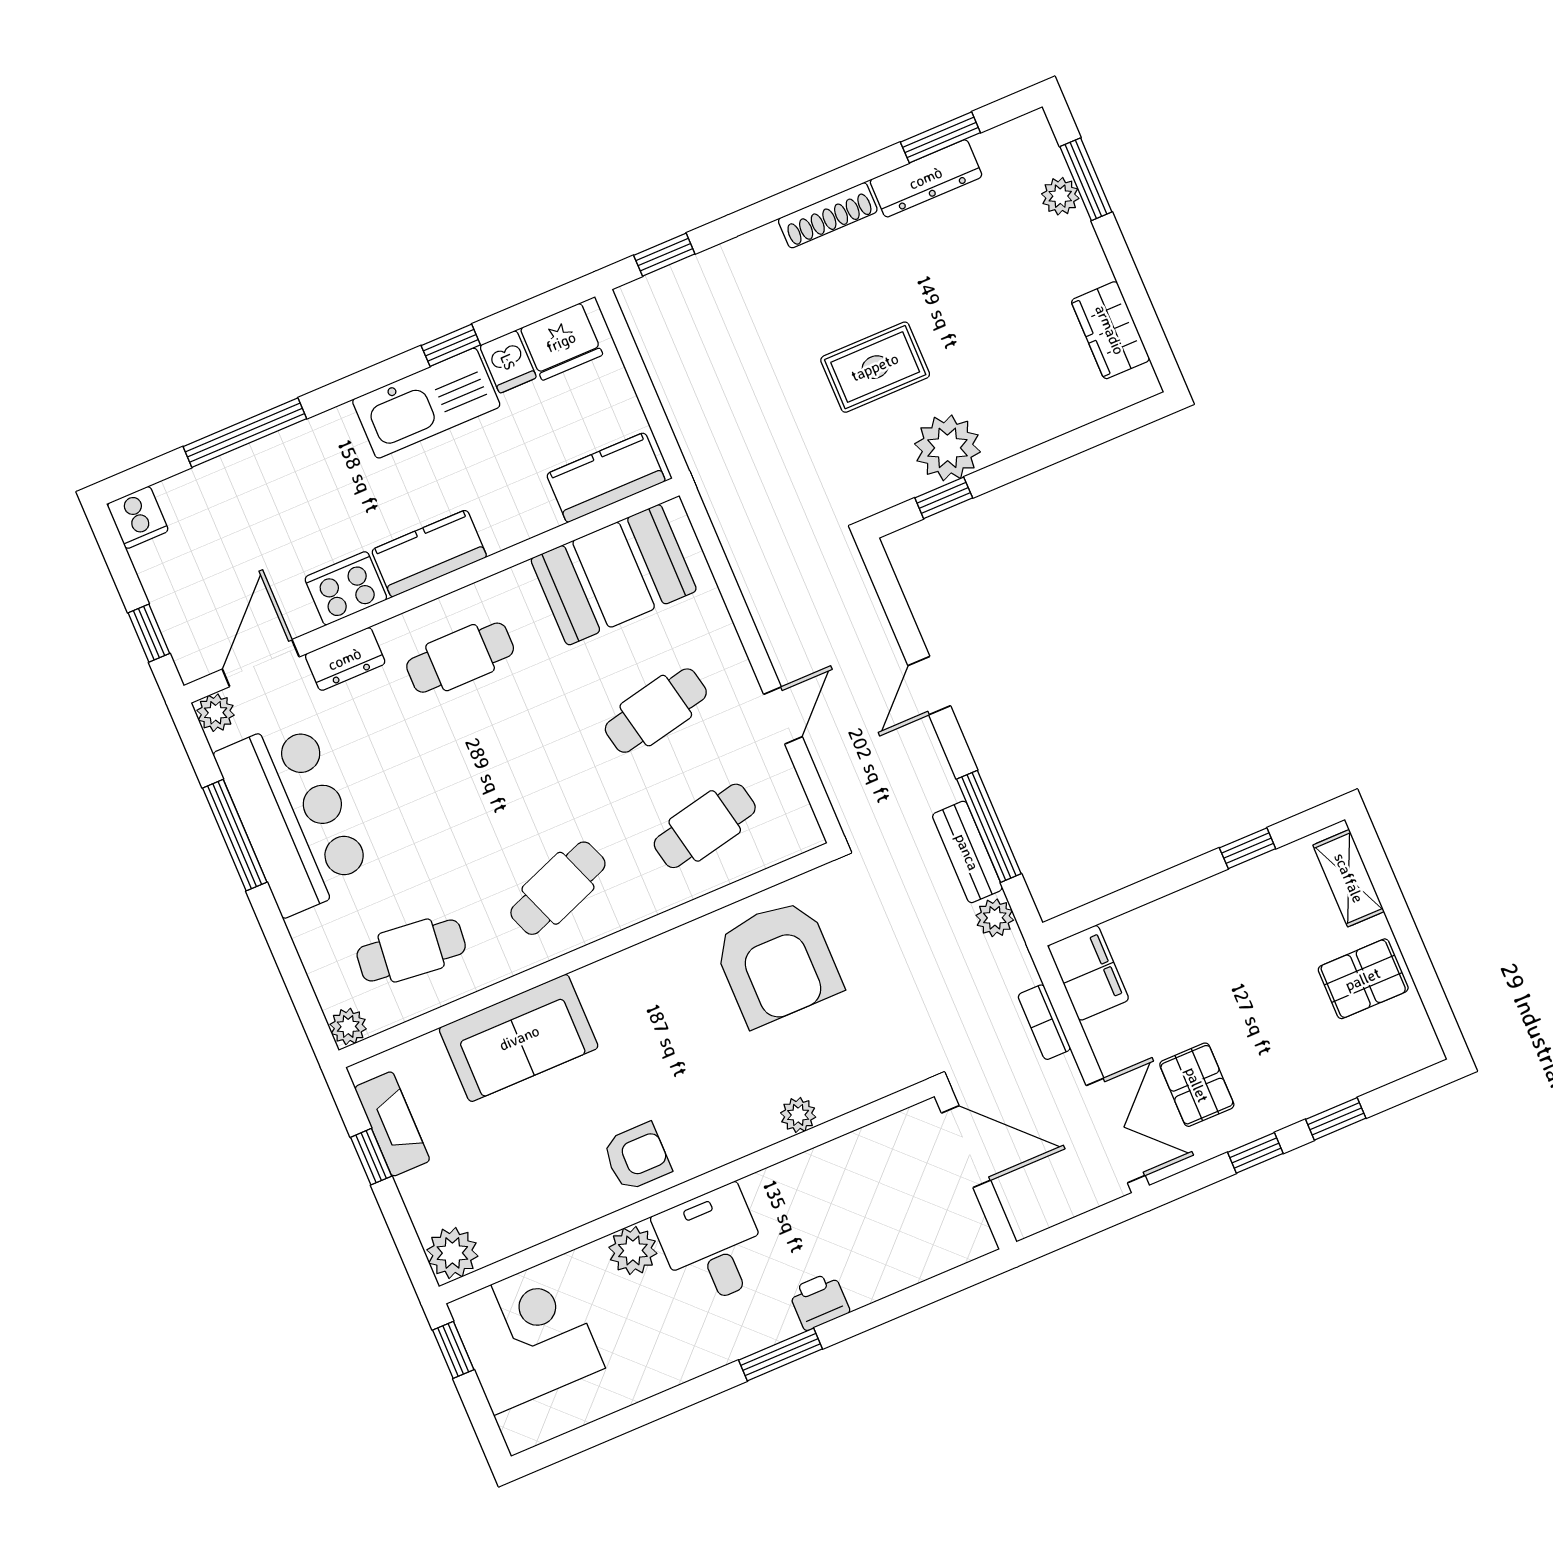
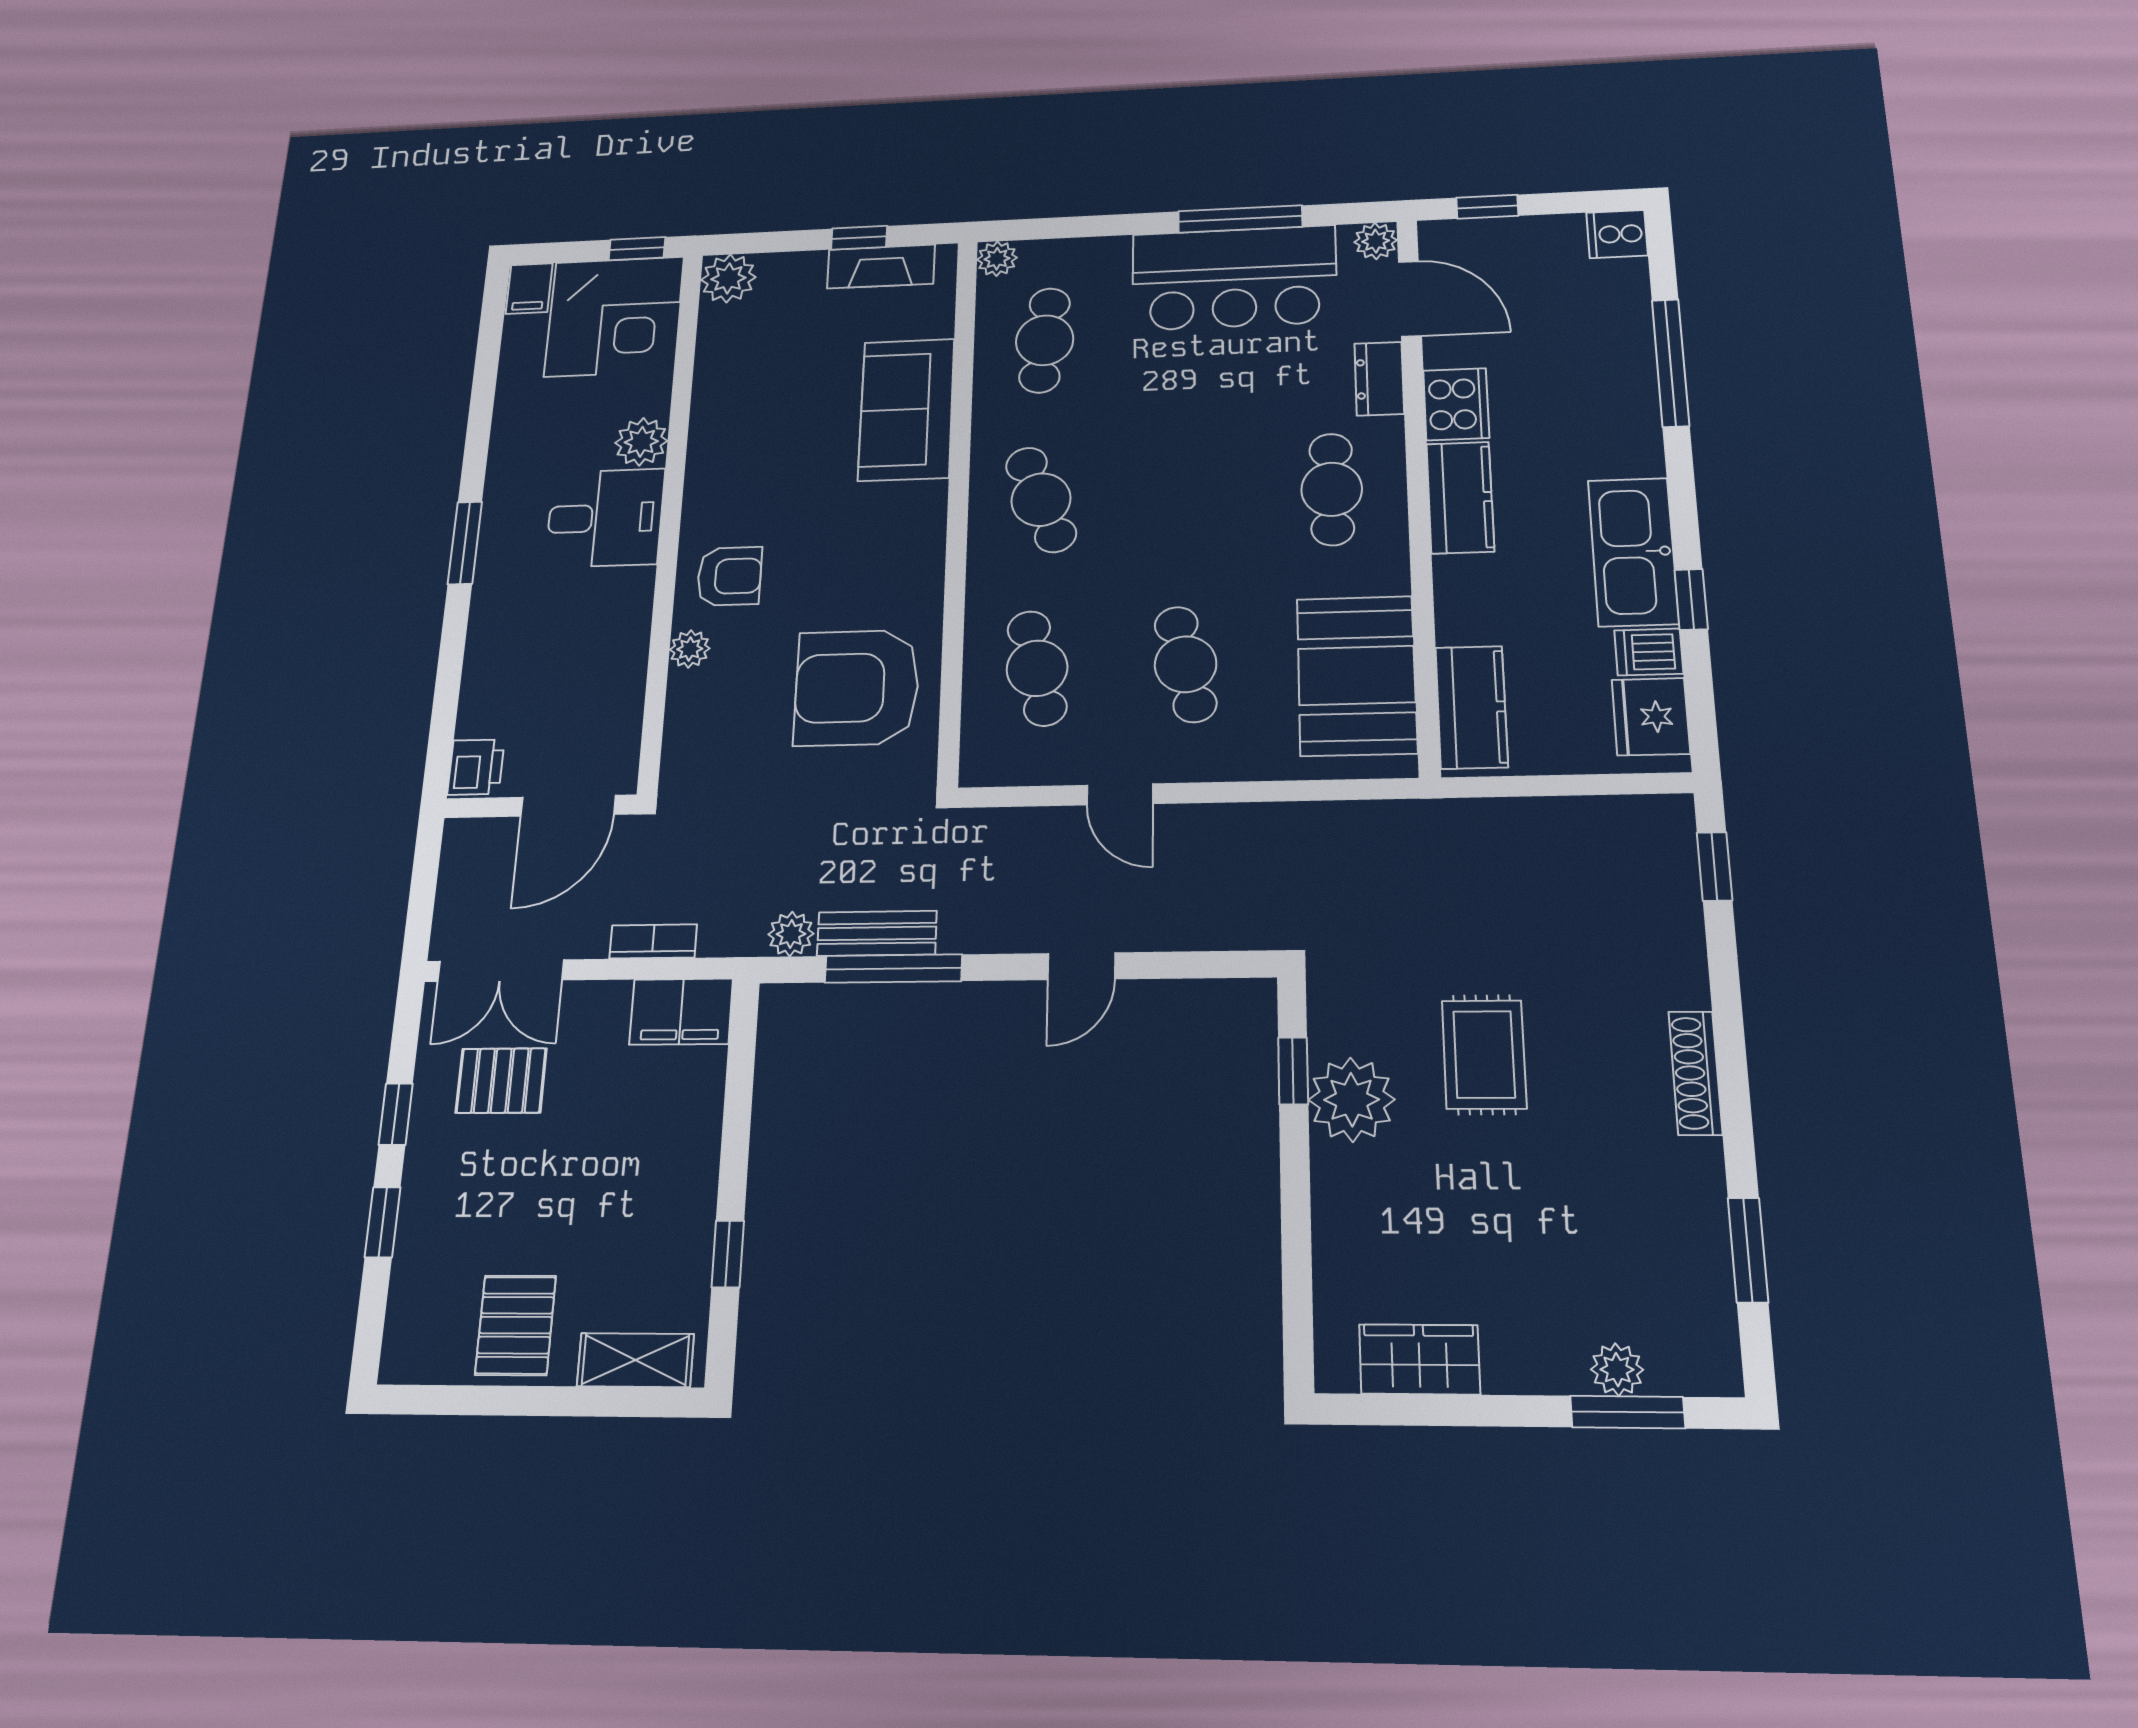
dresser: (926, 178) -> (1700, 1210), removed
door: (929, 686) -> (1081, 966), swing flipped
armchair: (637, 1157) -> (729, 576), moved, turned -90
printer: (819, 1301) -> (476, 767), moved
filing cabinet: (527, 1427) -> (529, 289), added

